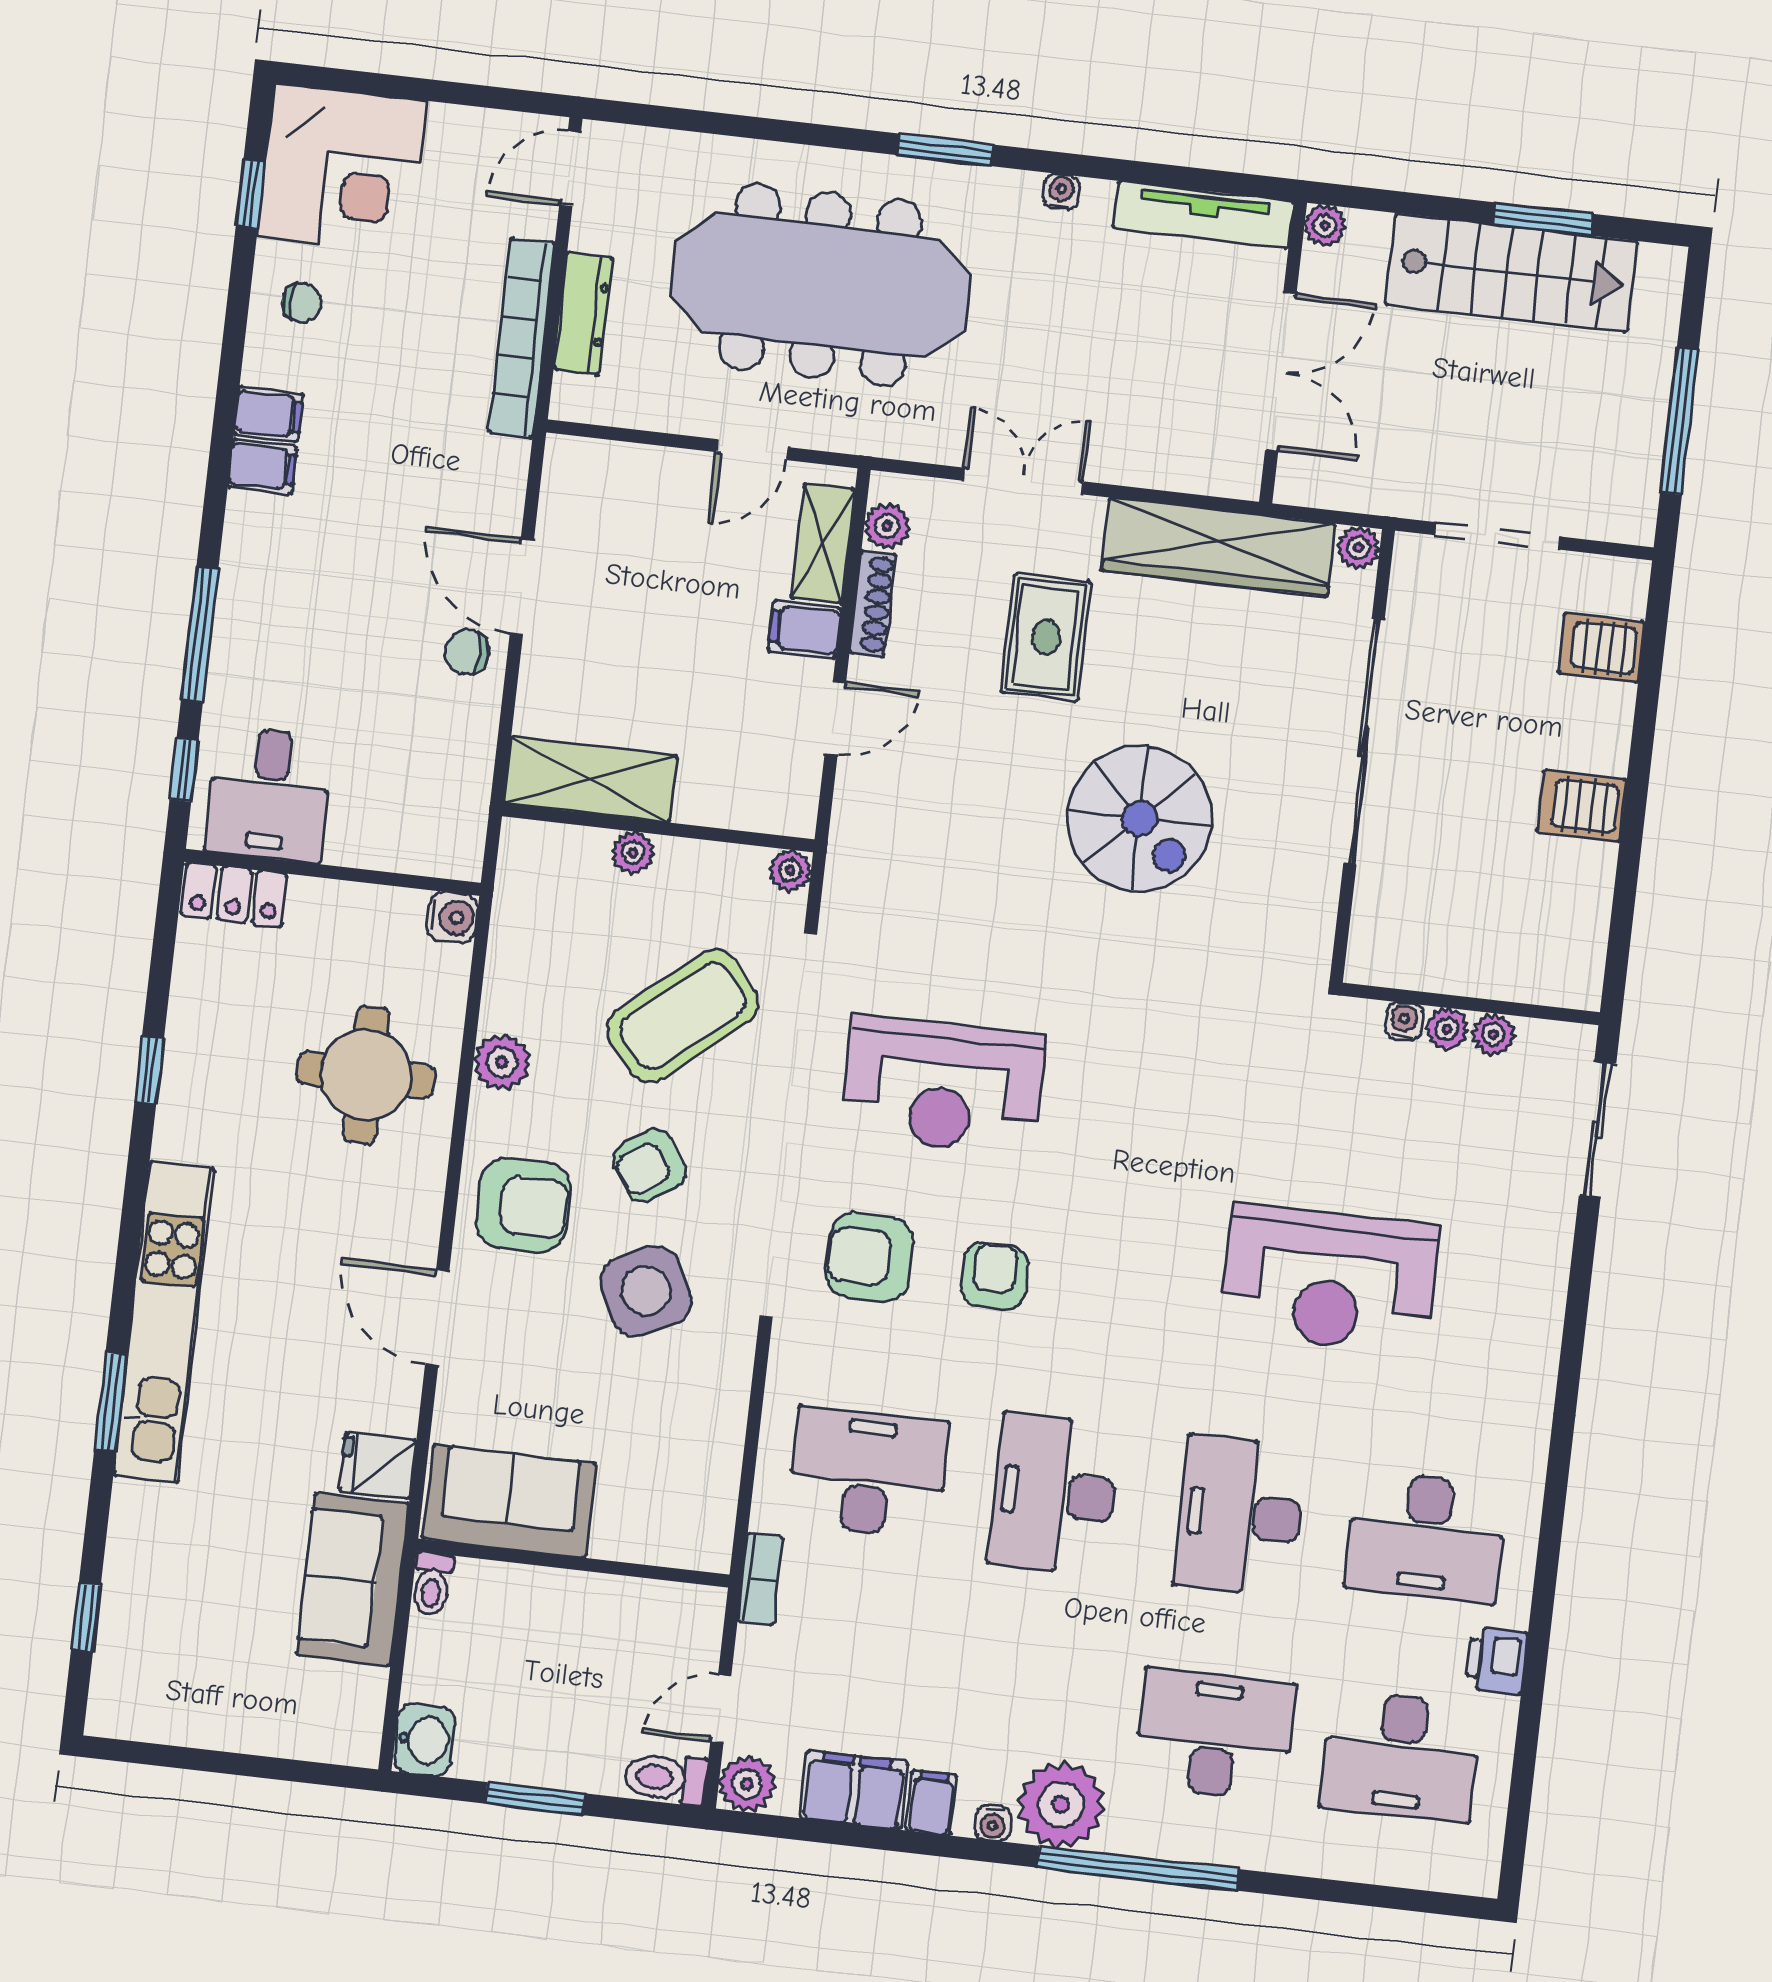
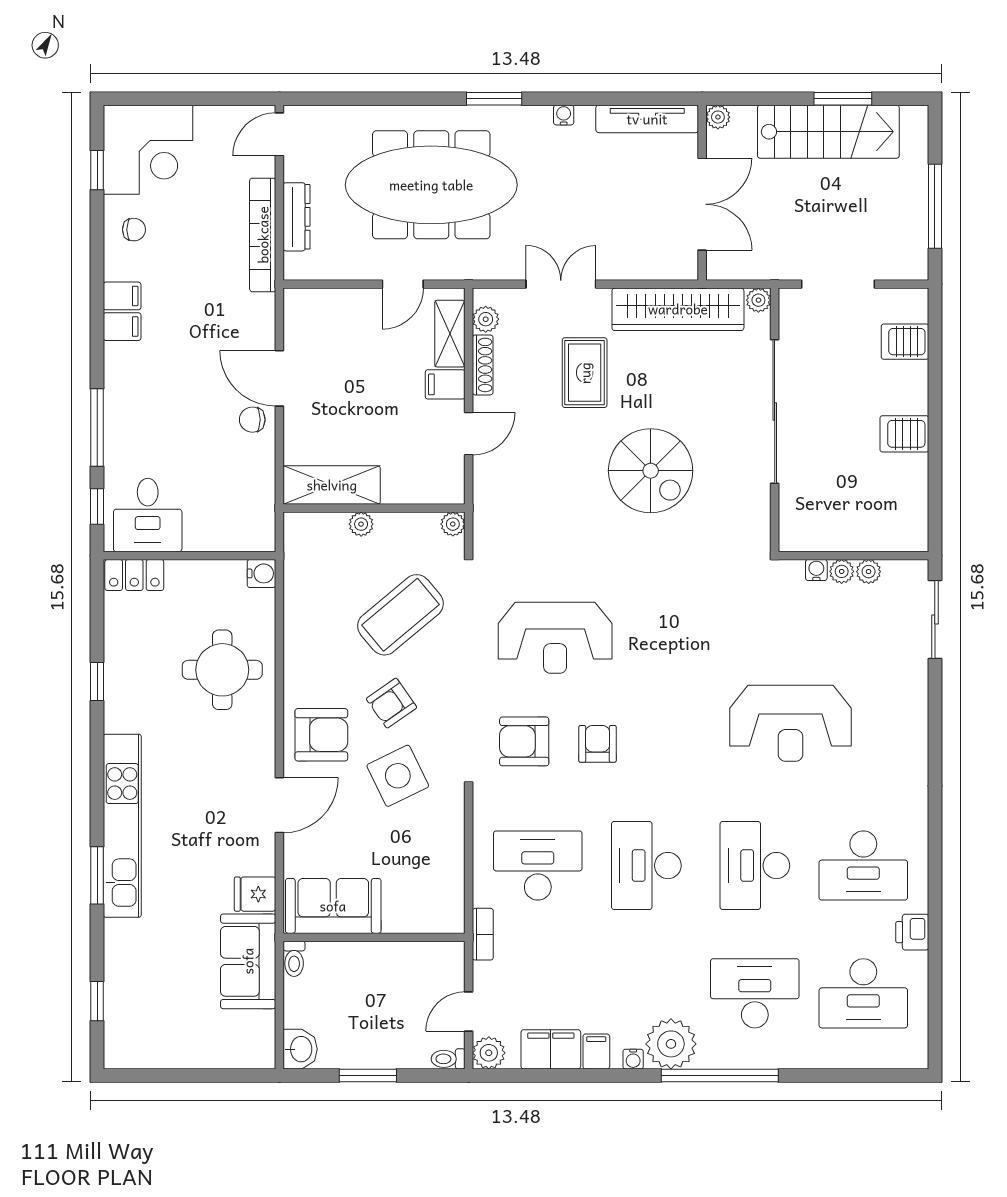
plant: (502, 1062) -> (300, 654), removed
door: (437, 1318) -> (279, 805), swing flipped
toilet: (666, 1778) -> (448, 1059), width x0.73, depth x0.72

